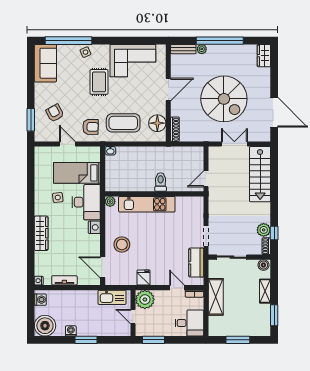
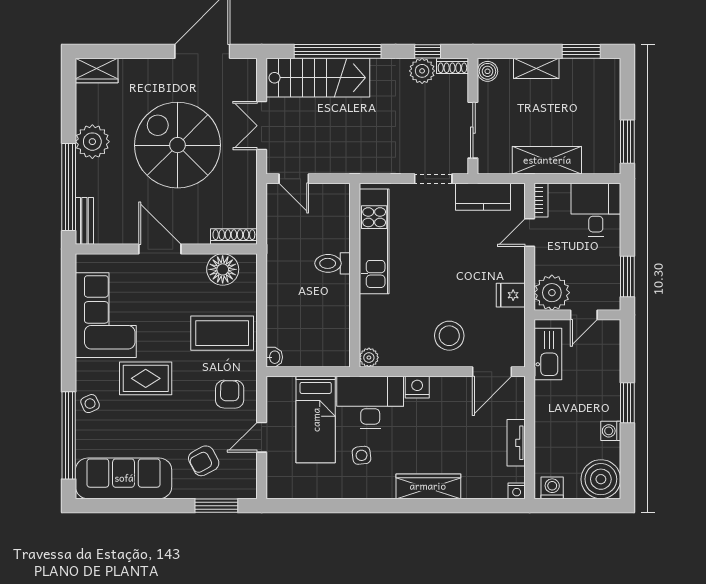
window: (220, 41) -> (69, 187), moved
plant: (202, 49) -> (92, 142), moved, width x1.88, depth x1.88
sofa: (45, 63) -> (124, 478), width x1.36
spiral stairs: (224, 99) -> (178, 145), turned -90
coffee table: (123, 123) -> (222, 333), turned 90
door: (206, 179) -> (294, 179), moved
window: (274, 185) -> (338, 51), added
kitchen unit: (147, 204) -> (374, 241), moved
window: (238, 340) -> (627, 142), moved

